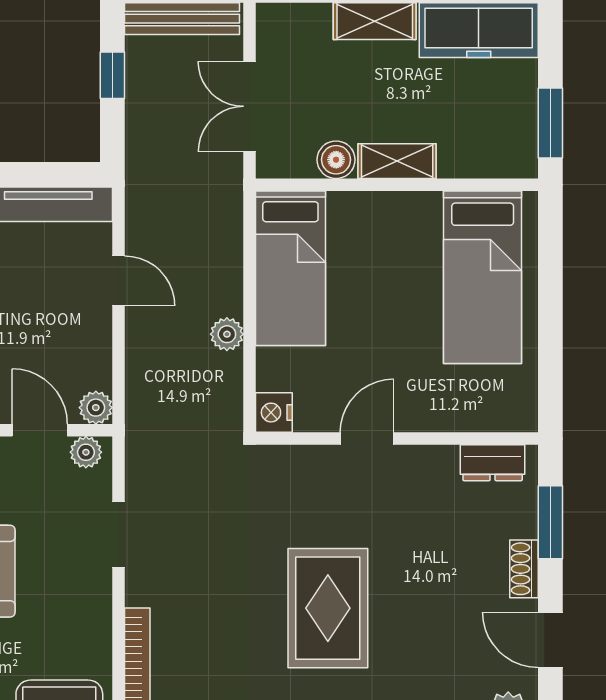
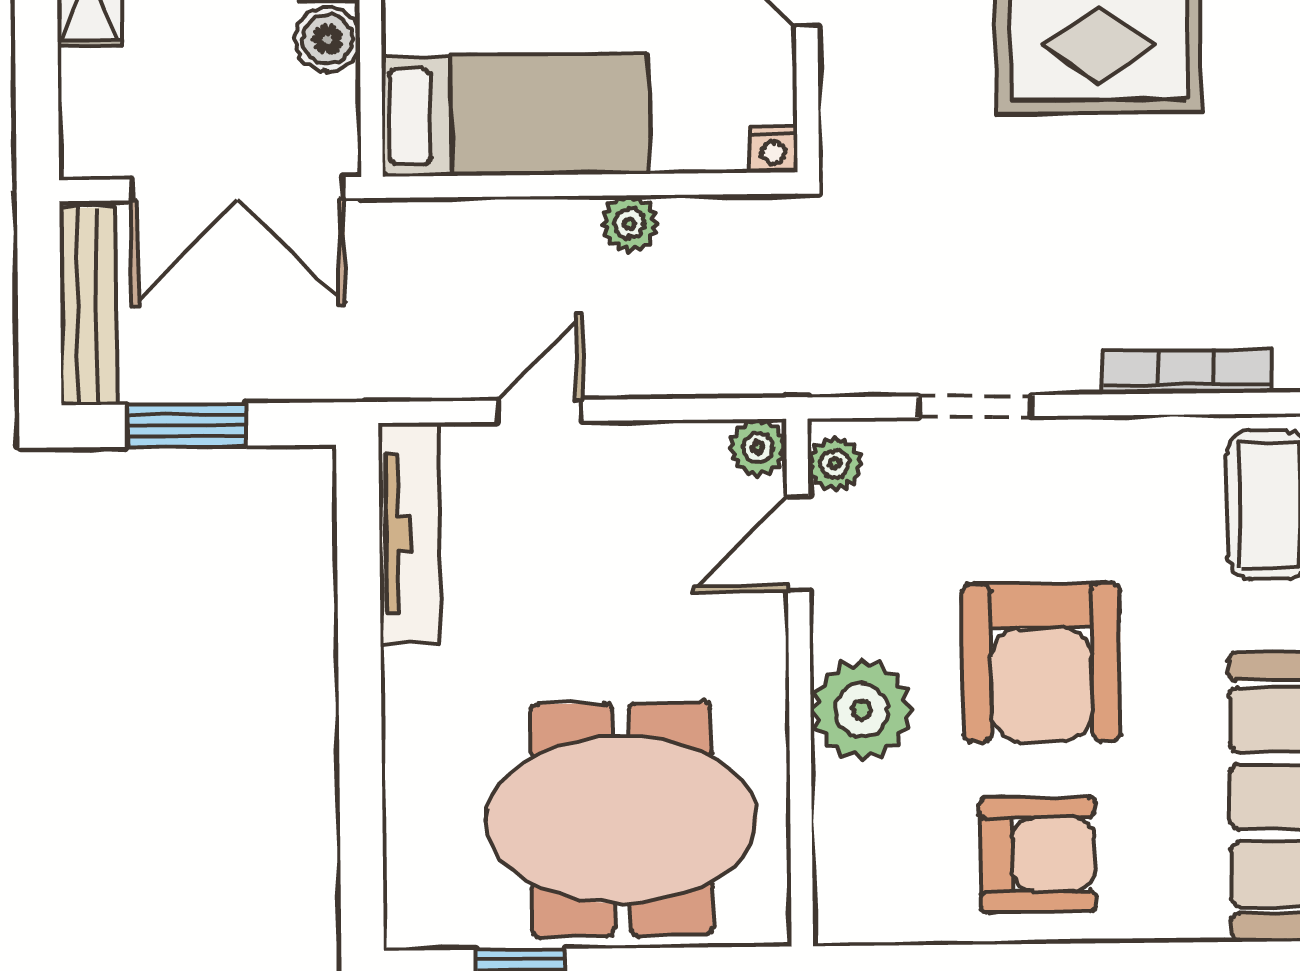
window: (112, 75) -> (186, 425), width x1.50
double door: (250, 106) -> (238, 189), width x1.37
nightstand: (274, 413) -> (773, 149), width x0.72, depth x0.74

